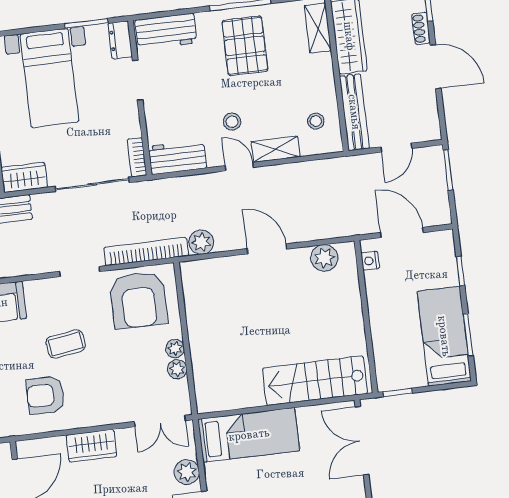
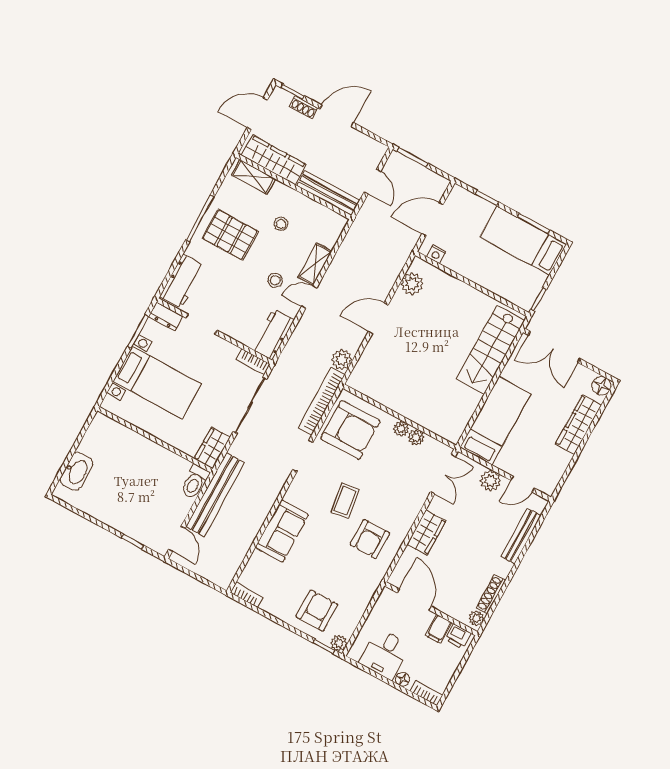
stool: (316, 121) -> (281, 224), moved

